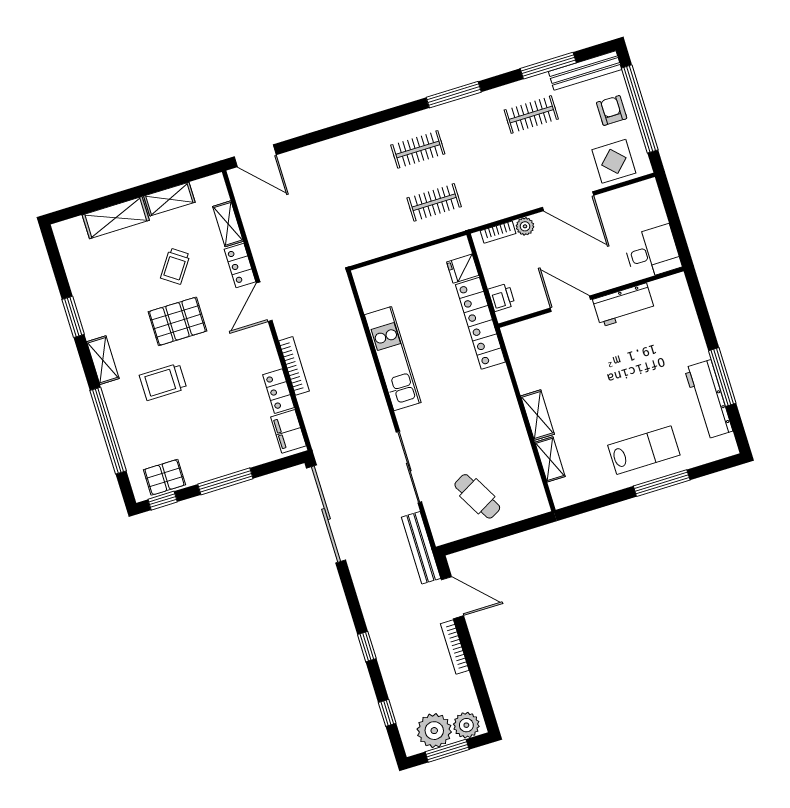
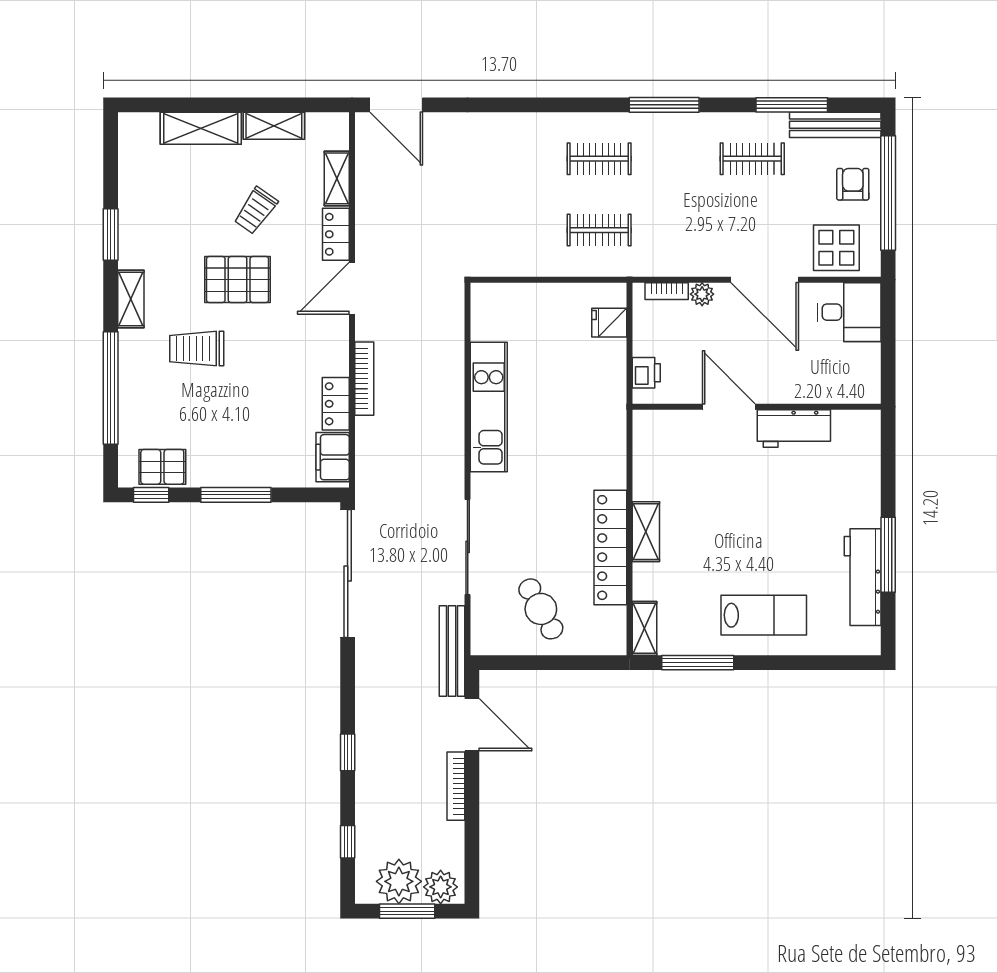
desk: (652, 252) -> (849, 312), moved
locker: (480, 323) -> (610, 548), moved
shelving: (550, 459) -> (644, 628), moved
window: (662, 483) -> (698, 663), moved

